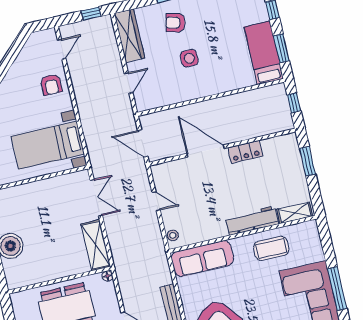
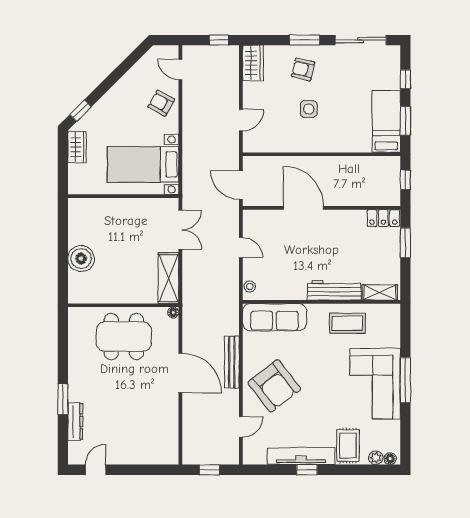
wardrobe: (129, 36) -> (253, 63), width x0.67
door: (62, 49) -> (180, 69), swing flipped
armchair: (51, 85) -> (161, 103), turned 119
locker: (245, 152) -> (383, 218), moved

